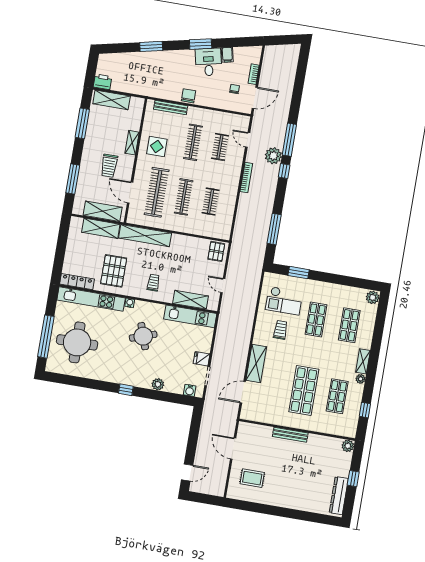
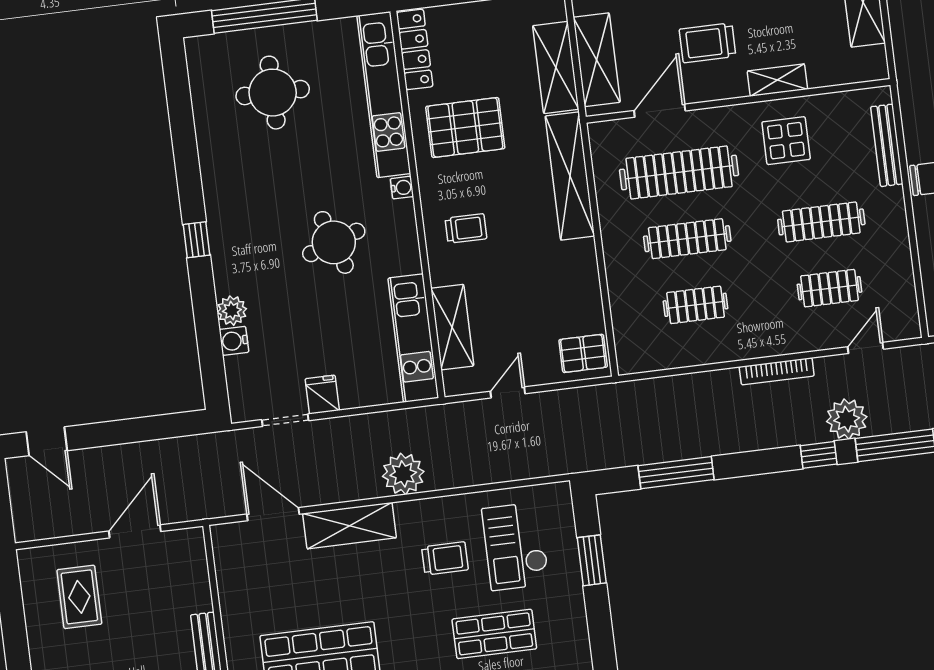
plant: (242, 336) -> (403, 474), added
round table: (77, 342) -> (273, 93), width x0.73, depth x0.73
water cooler: (190, 390) -> (234, 341), moved

